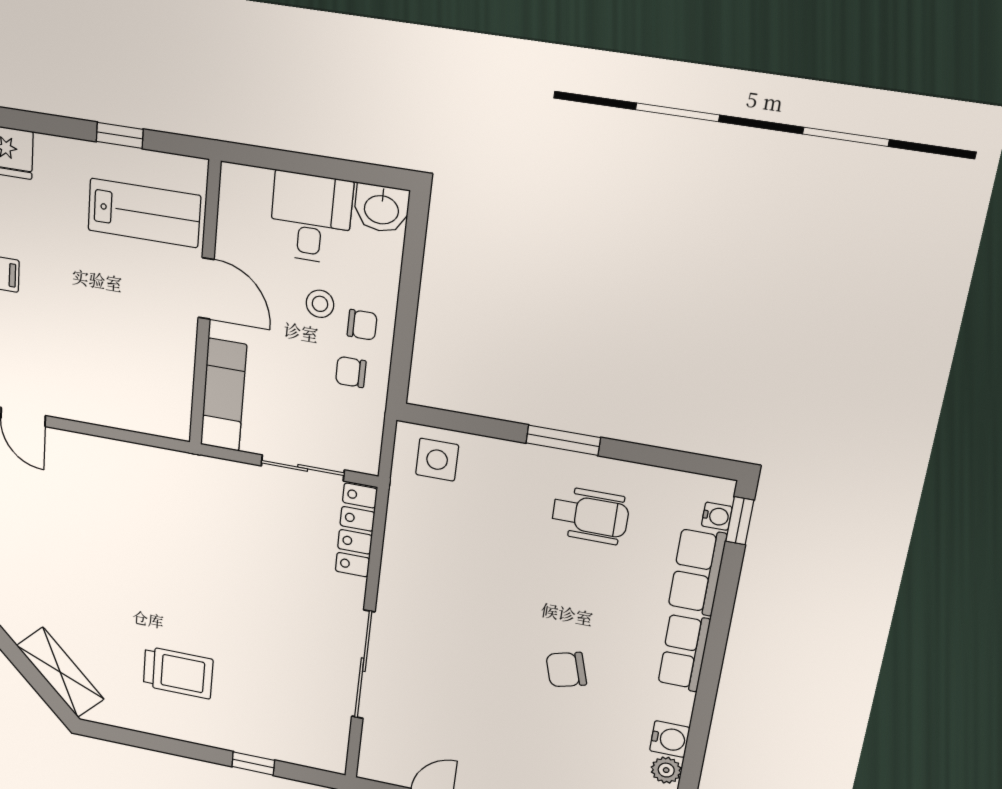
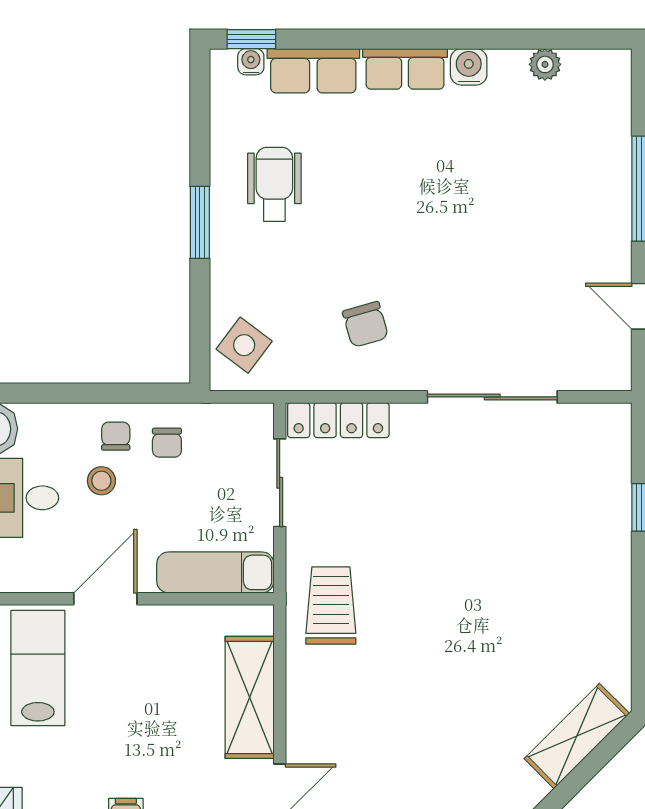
shelving: (106, 405) -> (250, 697), added
side table: (437, 460) -> (244, 345), turned 37
chair: (566, 670) -> (365, 324), moved
trolley: (178, 673) -> (331, 605), moved
water cooler: (670, 739) -> (469, 67), moved

